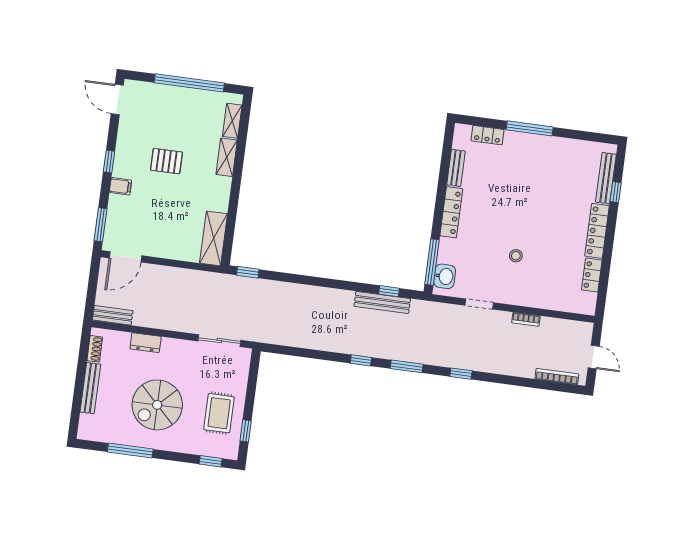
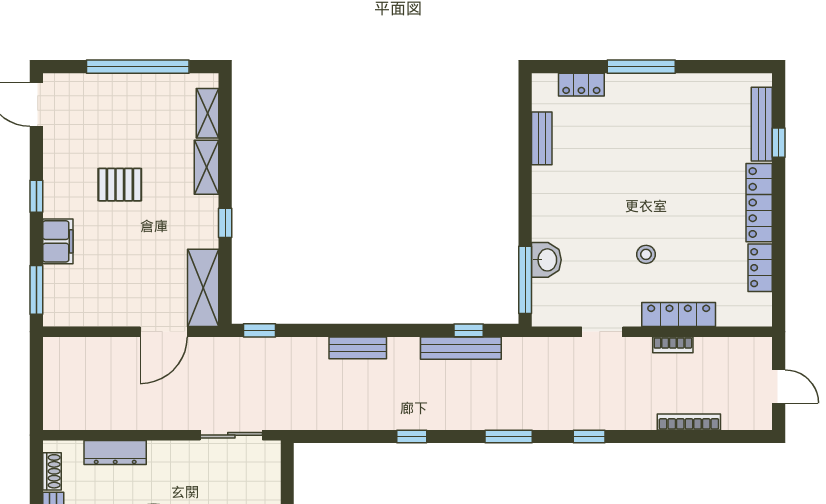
filing cabinet: (120, 186) -> (58, 241), width x2.00
window: (234, 196) -> (225, 223), added
locker: (451, 212) -> (679, 314), moved, turned -90
door: (126, 257) -> (164, 332), moved
washbasin: (445, 276) -> (546, 260), moved
bench: (113, 315) -> (358, 348), moved
dresser: (146, 343) -> (115, 452), width x1.44
window: (361, 360) -> (412, 436), moved
bookcase: (557, 377) -> (689, 422), moved

